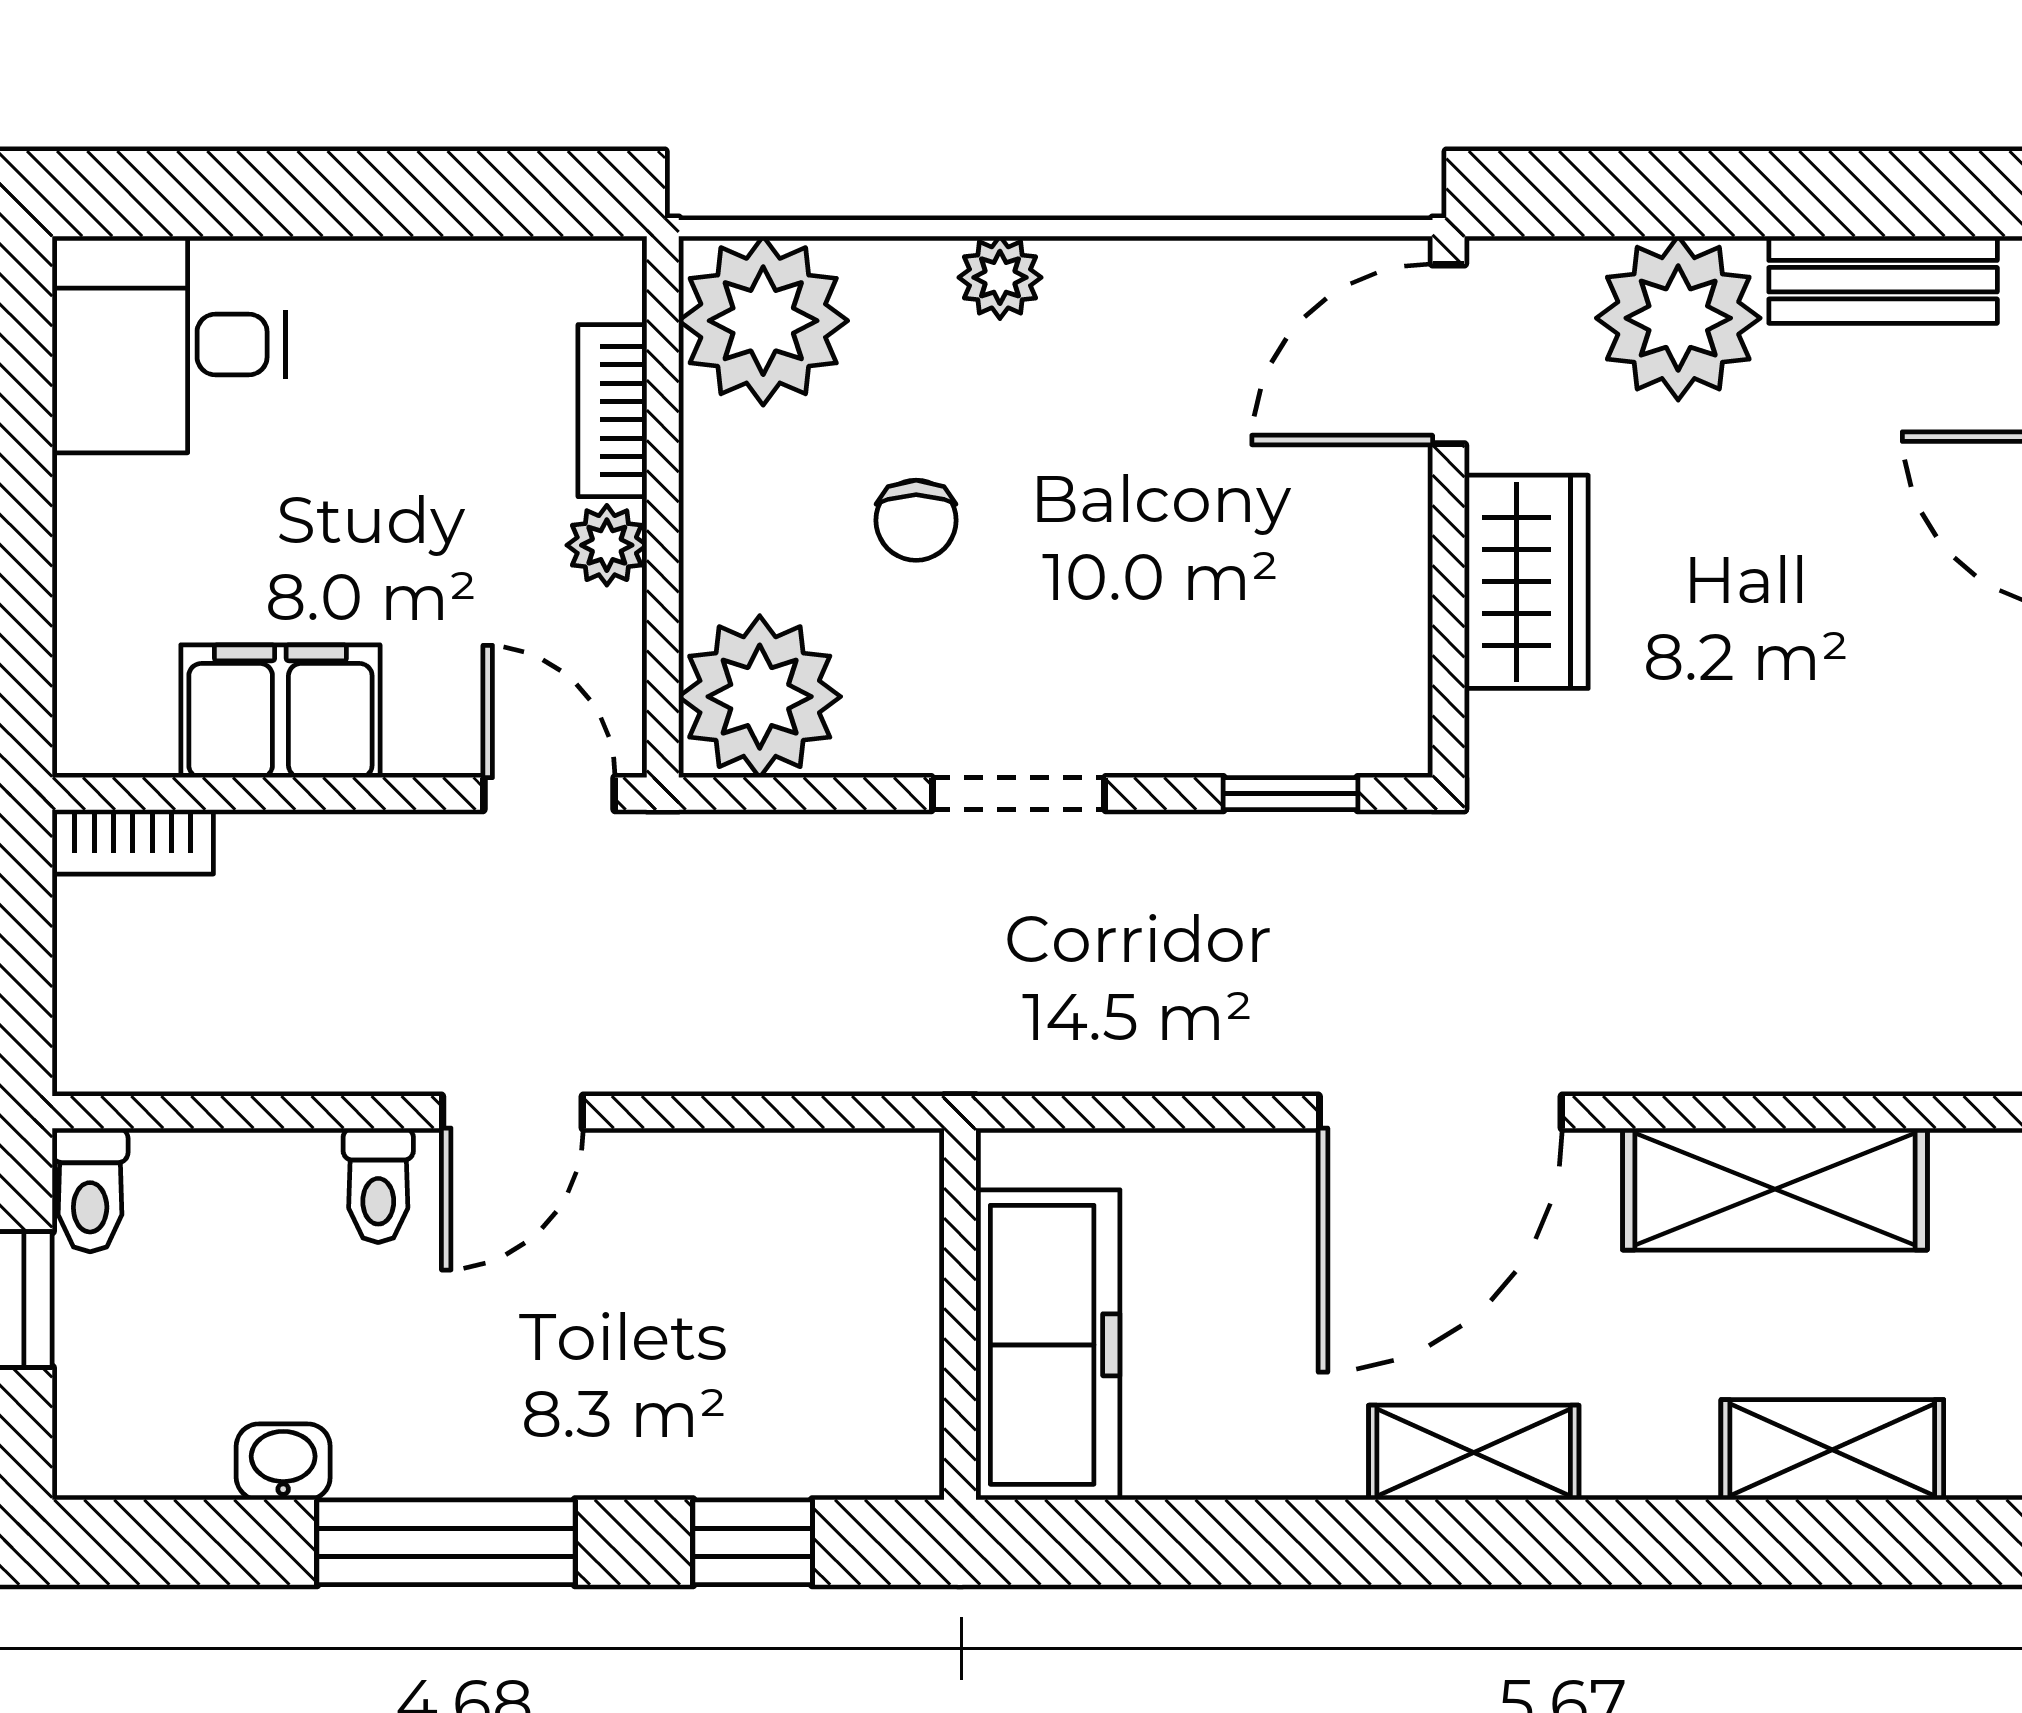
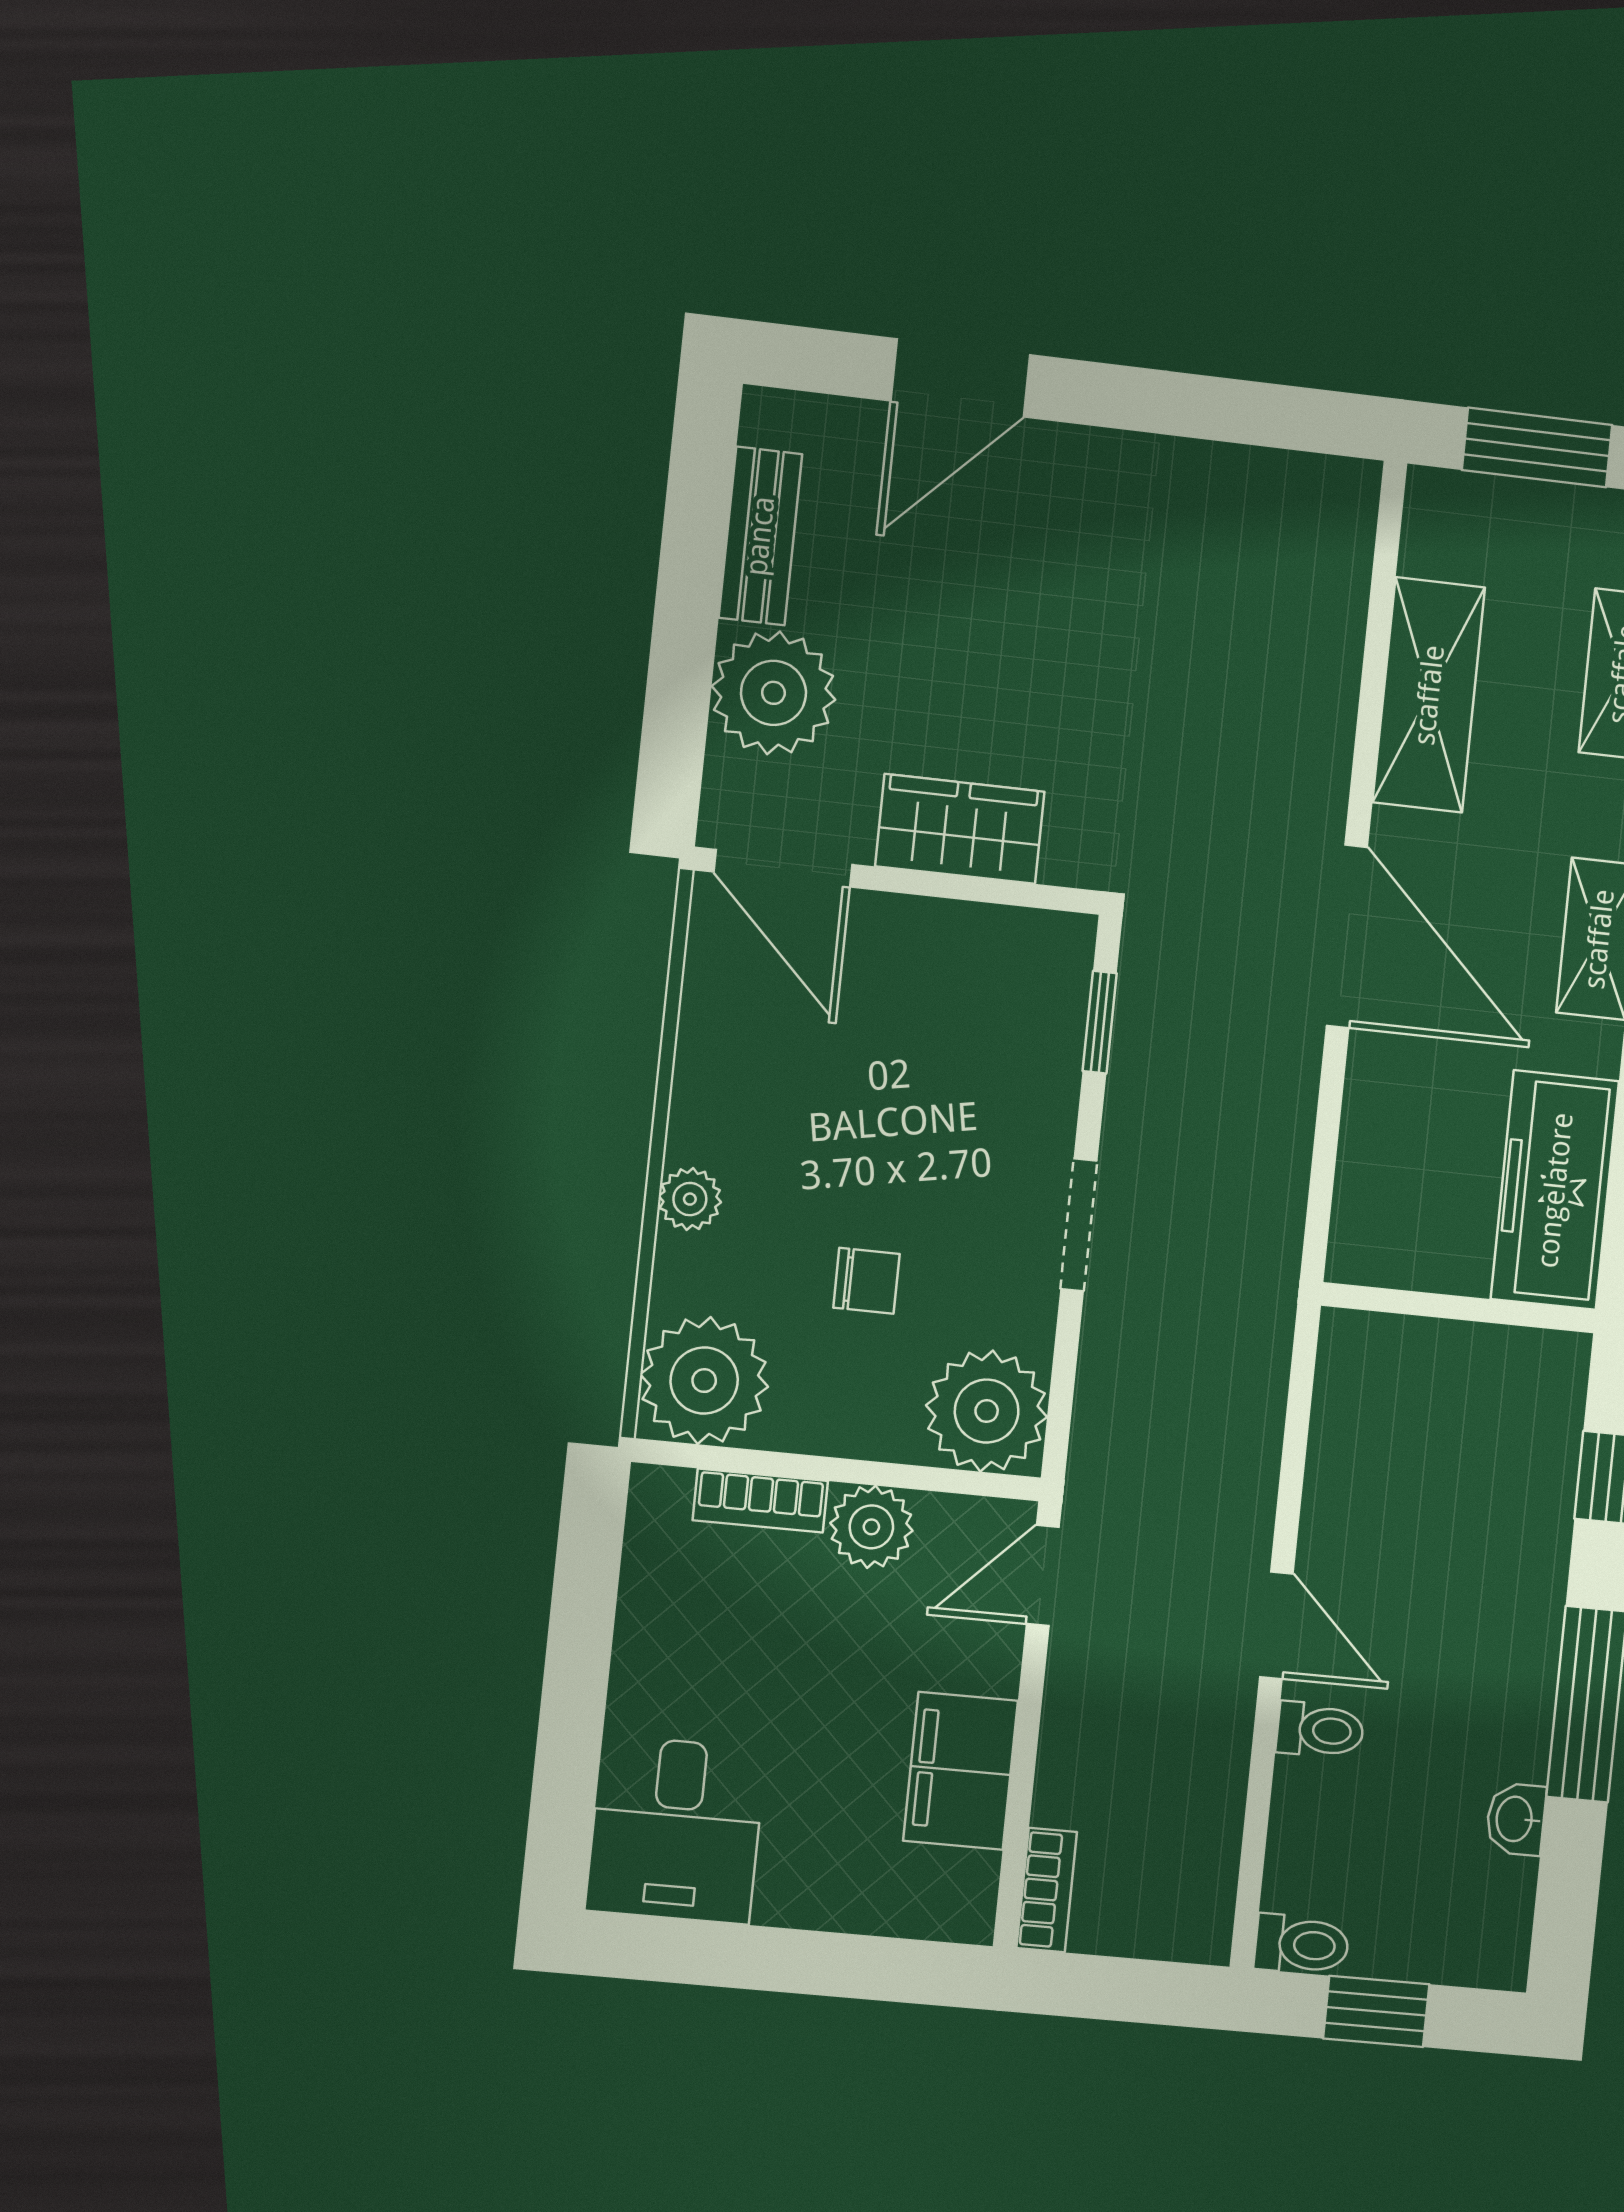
plant: (607, 545) -> (871, 1527), width x1.38, depth x1.38
freezer: (1048, 1345) -> (1555, 1190), moved, turned -90

